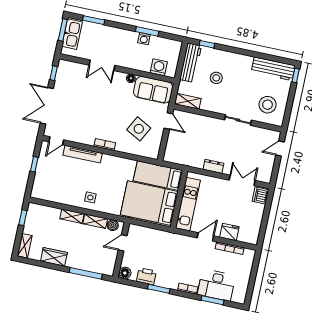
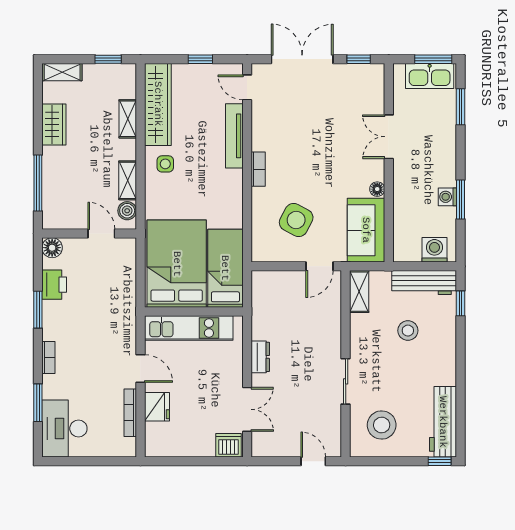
washing machine: (159, 67) -> (434, 250), moved, turned -90
wardrobe: (55, 194) -> (158, 104), added
shelving: (72, 216) -> (128, 119), moved
desk: (216, 285) -> (64, 429), moved

